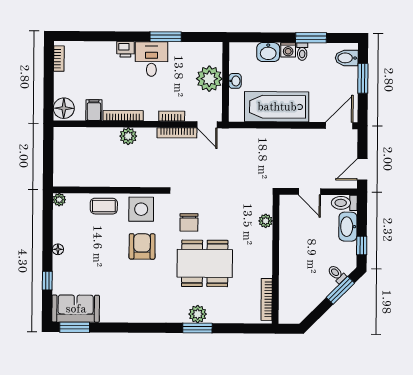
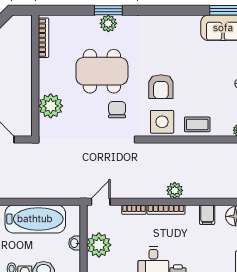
bookcase: (123, 116) -> (166, 210), moved
door: (207, 125) -> (101, 202), hinge flipped
bookcase: (177, 133) -> (129, 194), removed
plant: (266, 221) -> (51, 106), width x1.88, depth x1.88

